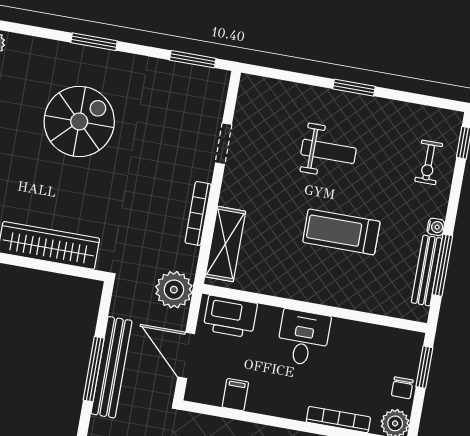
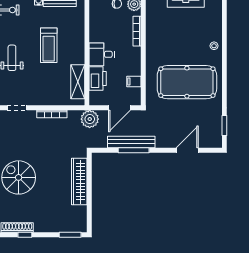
shelving: (225, 244) -> (78, 82), moved, turned 90
printer: (230, 317) -> (98, 79), moved

